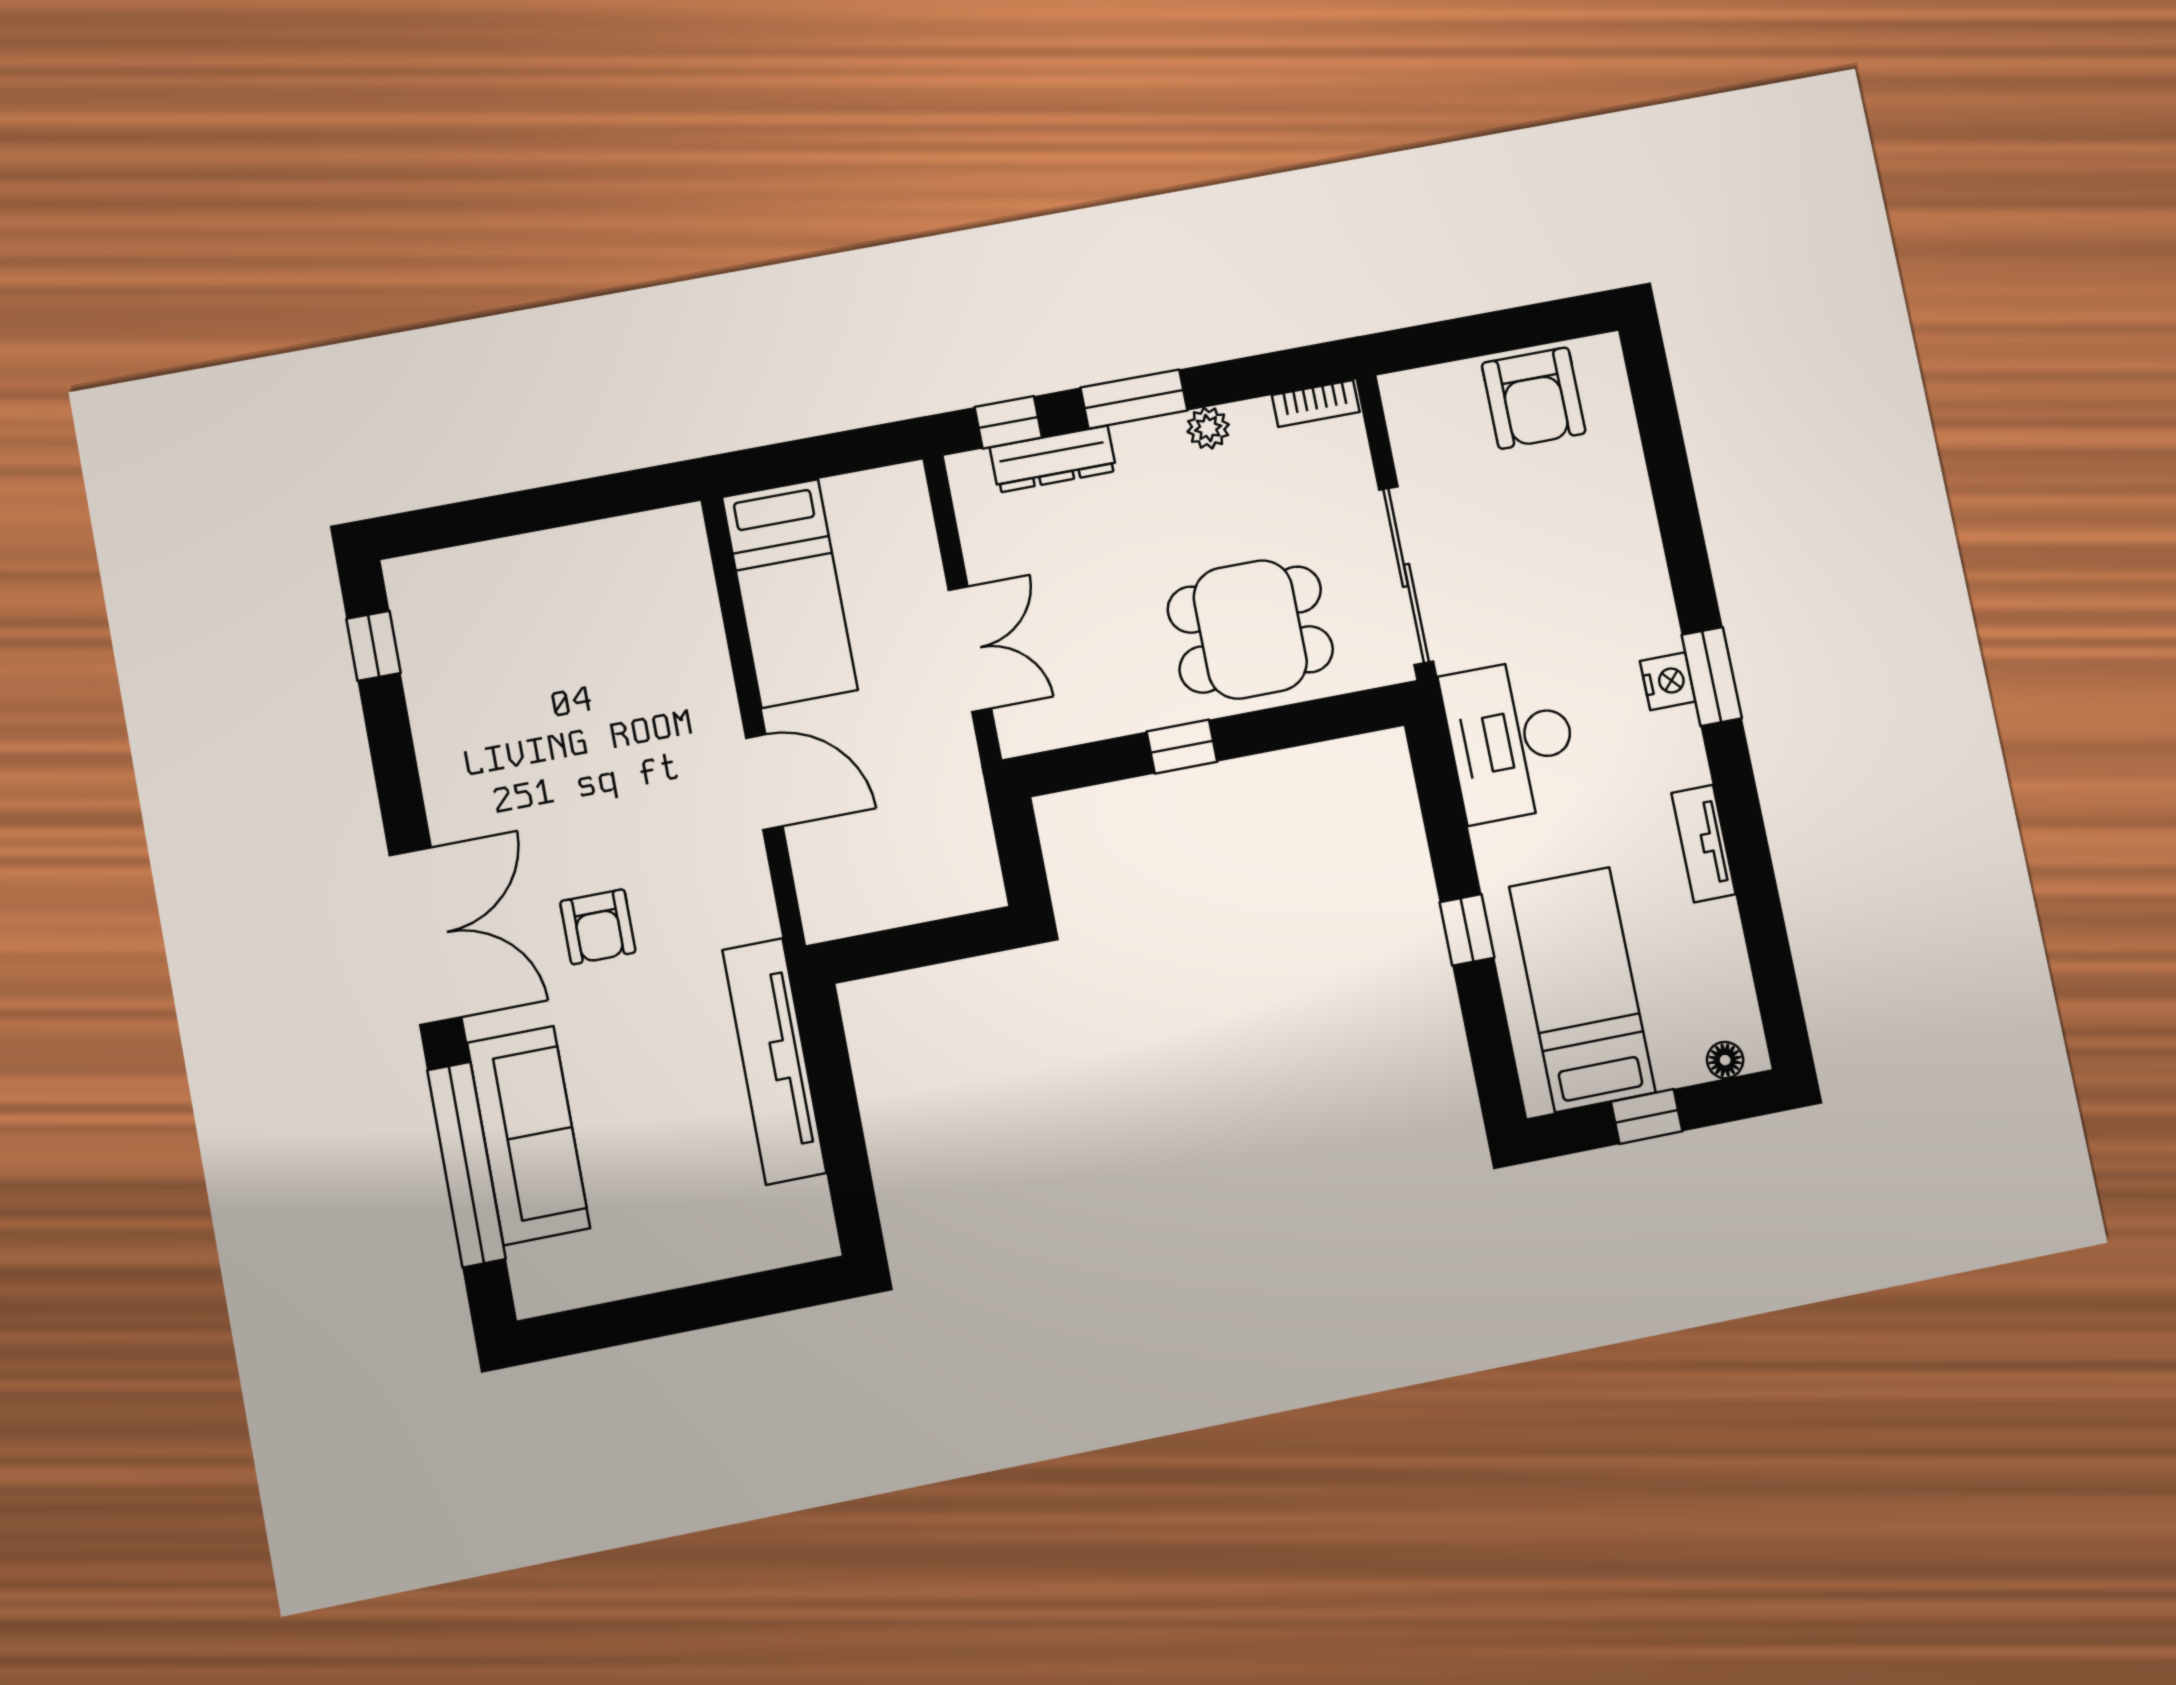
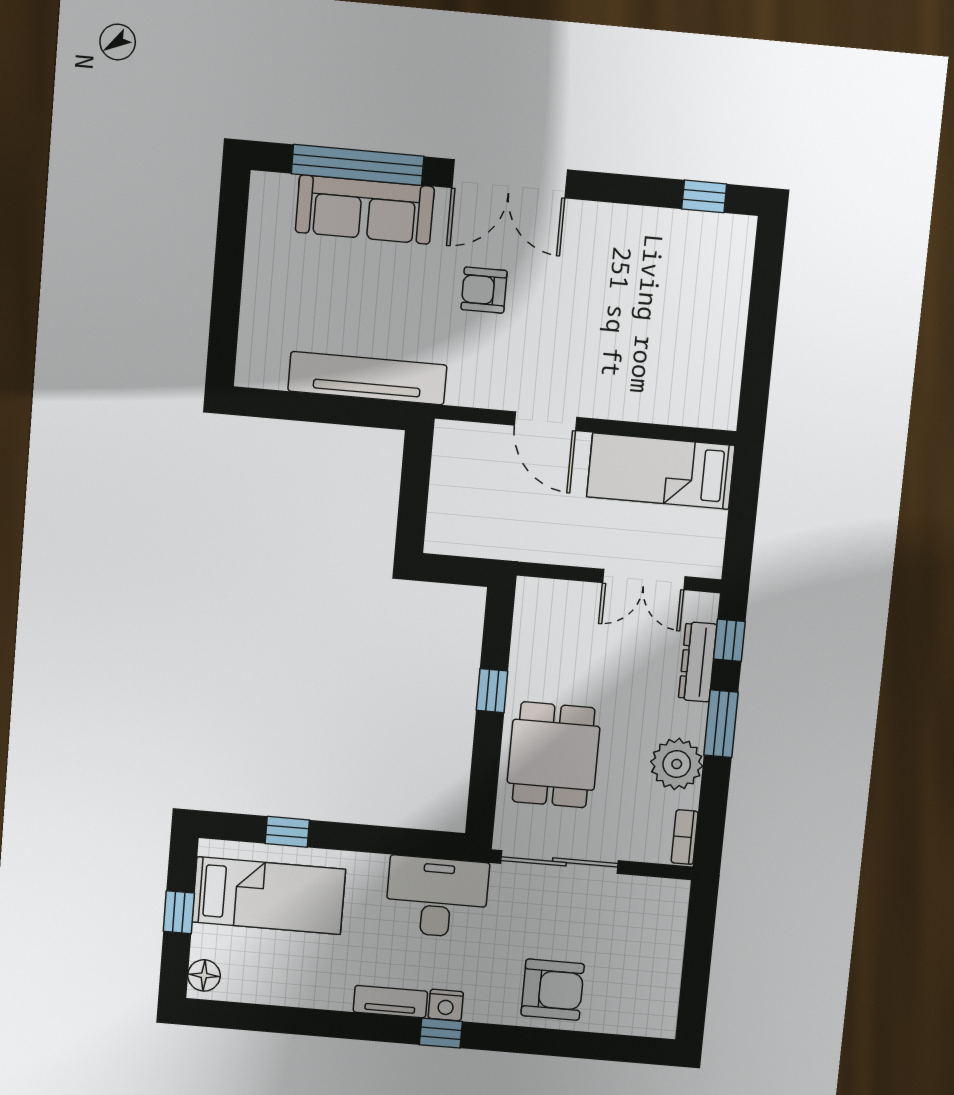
armchair: (1534, 398) -> (553, 990), moved, turned 180
plant: (1208, 428) -> (677, 764), width x1.87, depth x1.87
double door: (970, 649) -> (644, 580), moved
window: (1712, 677) -> (441, 1033), width x0.67
door: (764, 782) -> (546, 421), hinge flipped
tv unit: (1703, 844) -> (390, 1002), moved
window: (1467, 930) -> (287, 832), moved
floor lamp: (1725, 1060) -> (204, 975), width x1.37, depth x1.37

